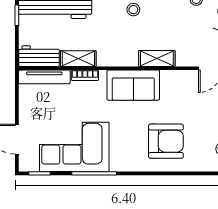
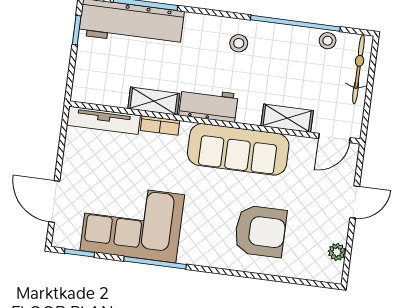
workbench: (39, 56) -> (208, 105), moved
shelving: (157, 58) -> (287, 118), moved
sofa: (133, 85) -> (238, 149), width x1.36

